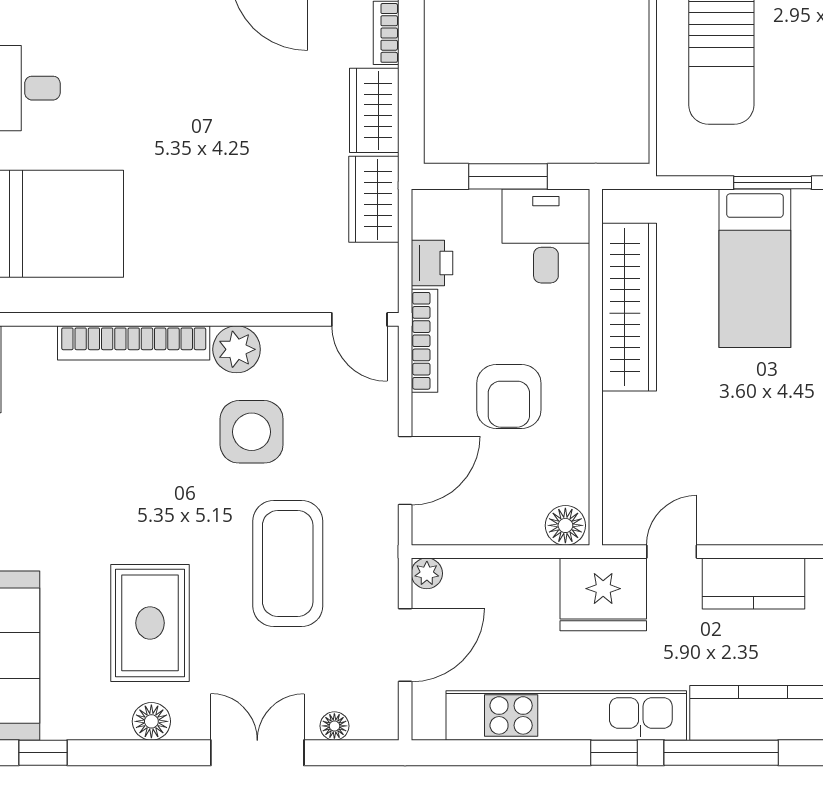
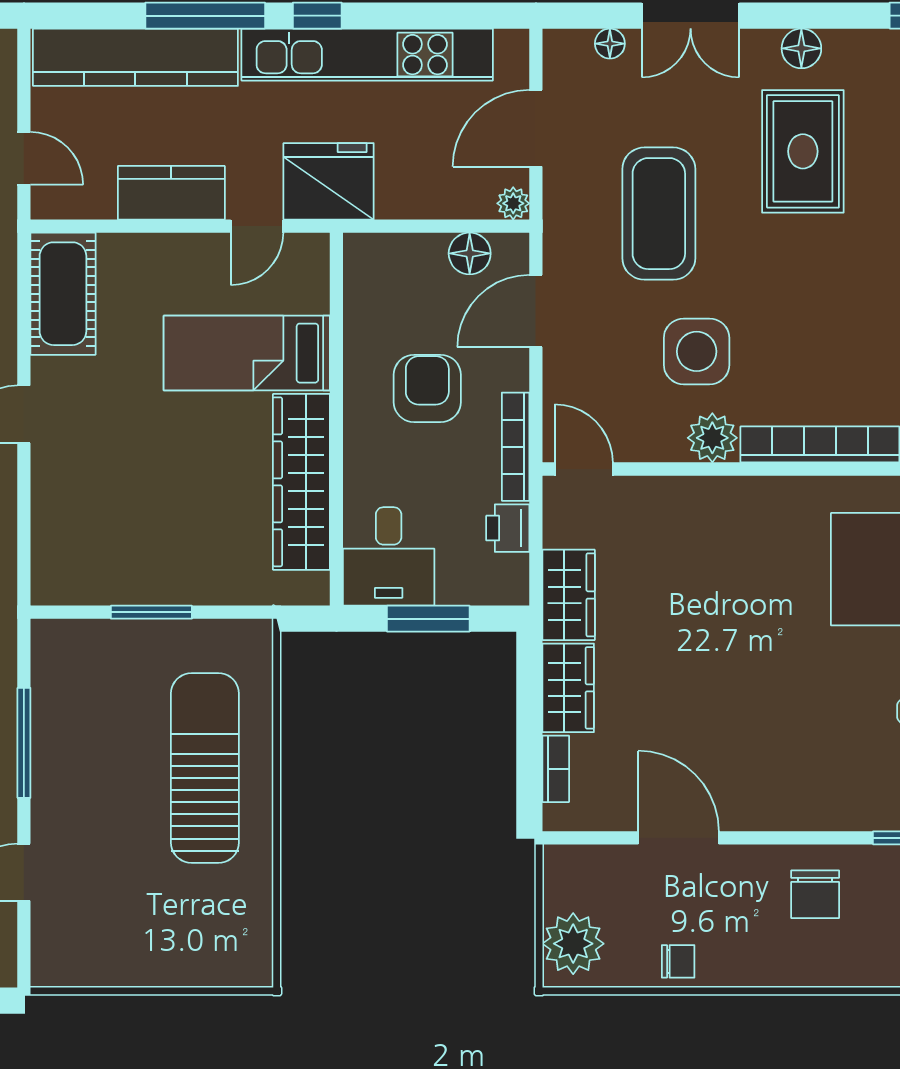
bed: (755, 268) -> (247, 353), moved, turned -90
floor lamp: (565, 525) -> (470, 253), moved

